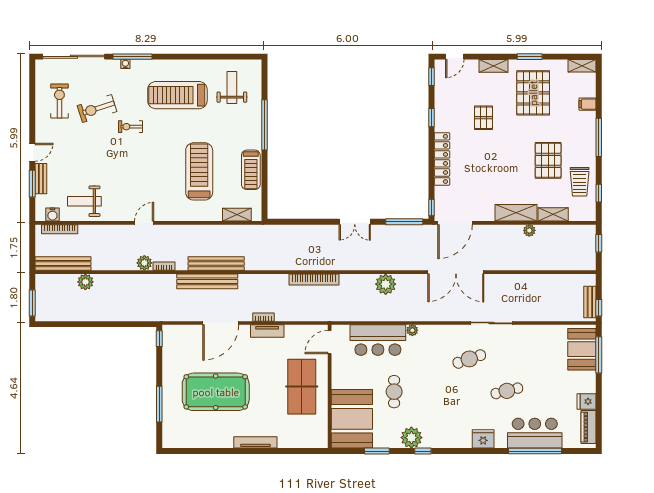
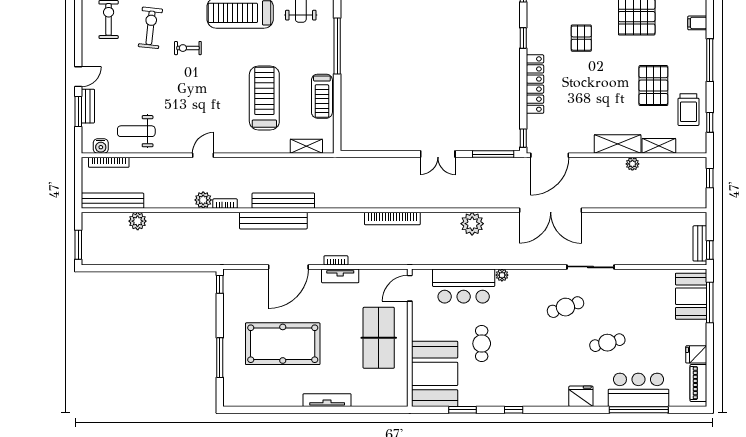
exercise bike: (97, 109) -> (150, 28), turned 114
plant: (411, 438) -> (501, 395), removed

